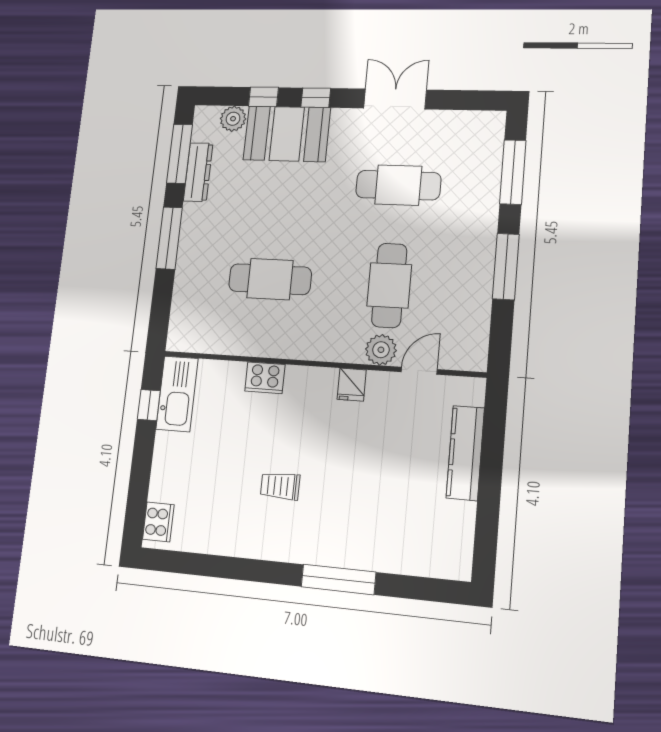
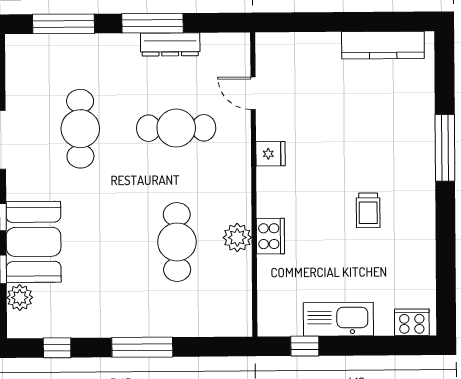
window: (180, 154) -> (57, 348), width x0.46
dresser: (198, 172) -> (170, 44), moved, turned 180
plant: (381, 350) -> (237, 238), moved
kitchen sink: (177, 394) -> (338, 319), moved
kitchen counter: (465, 453) -> (383, 45), moved

